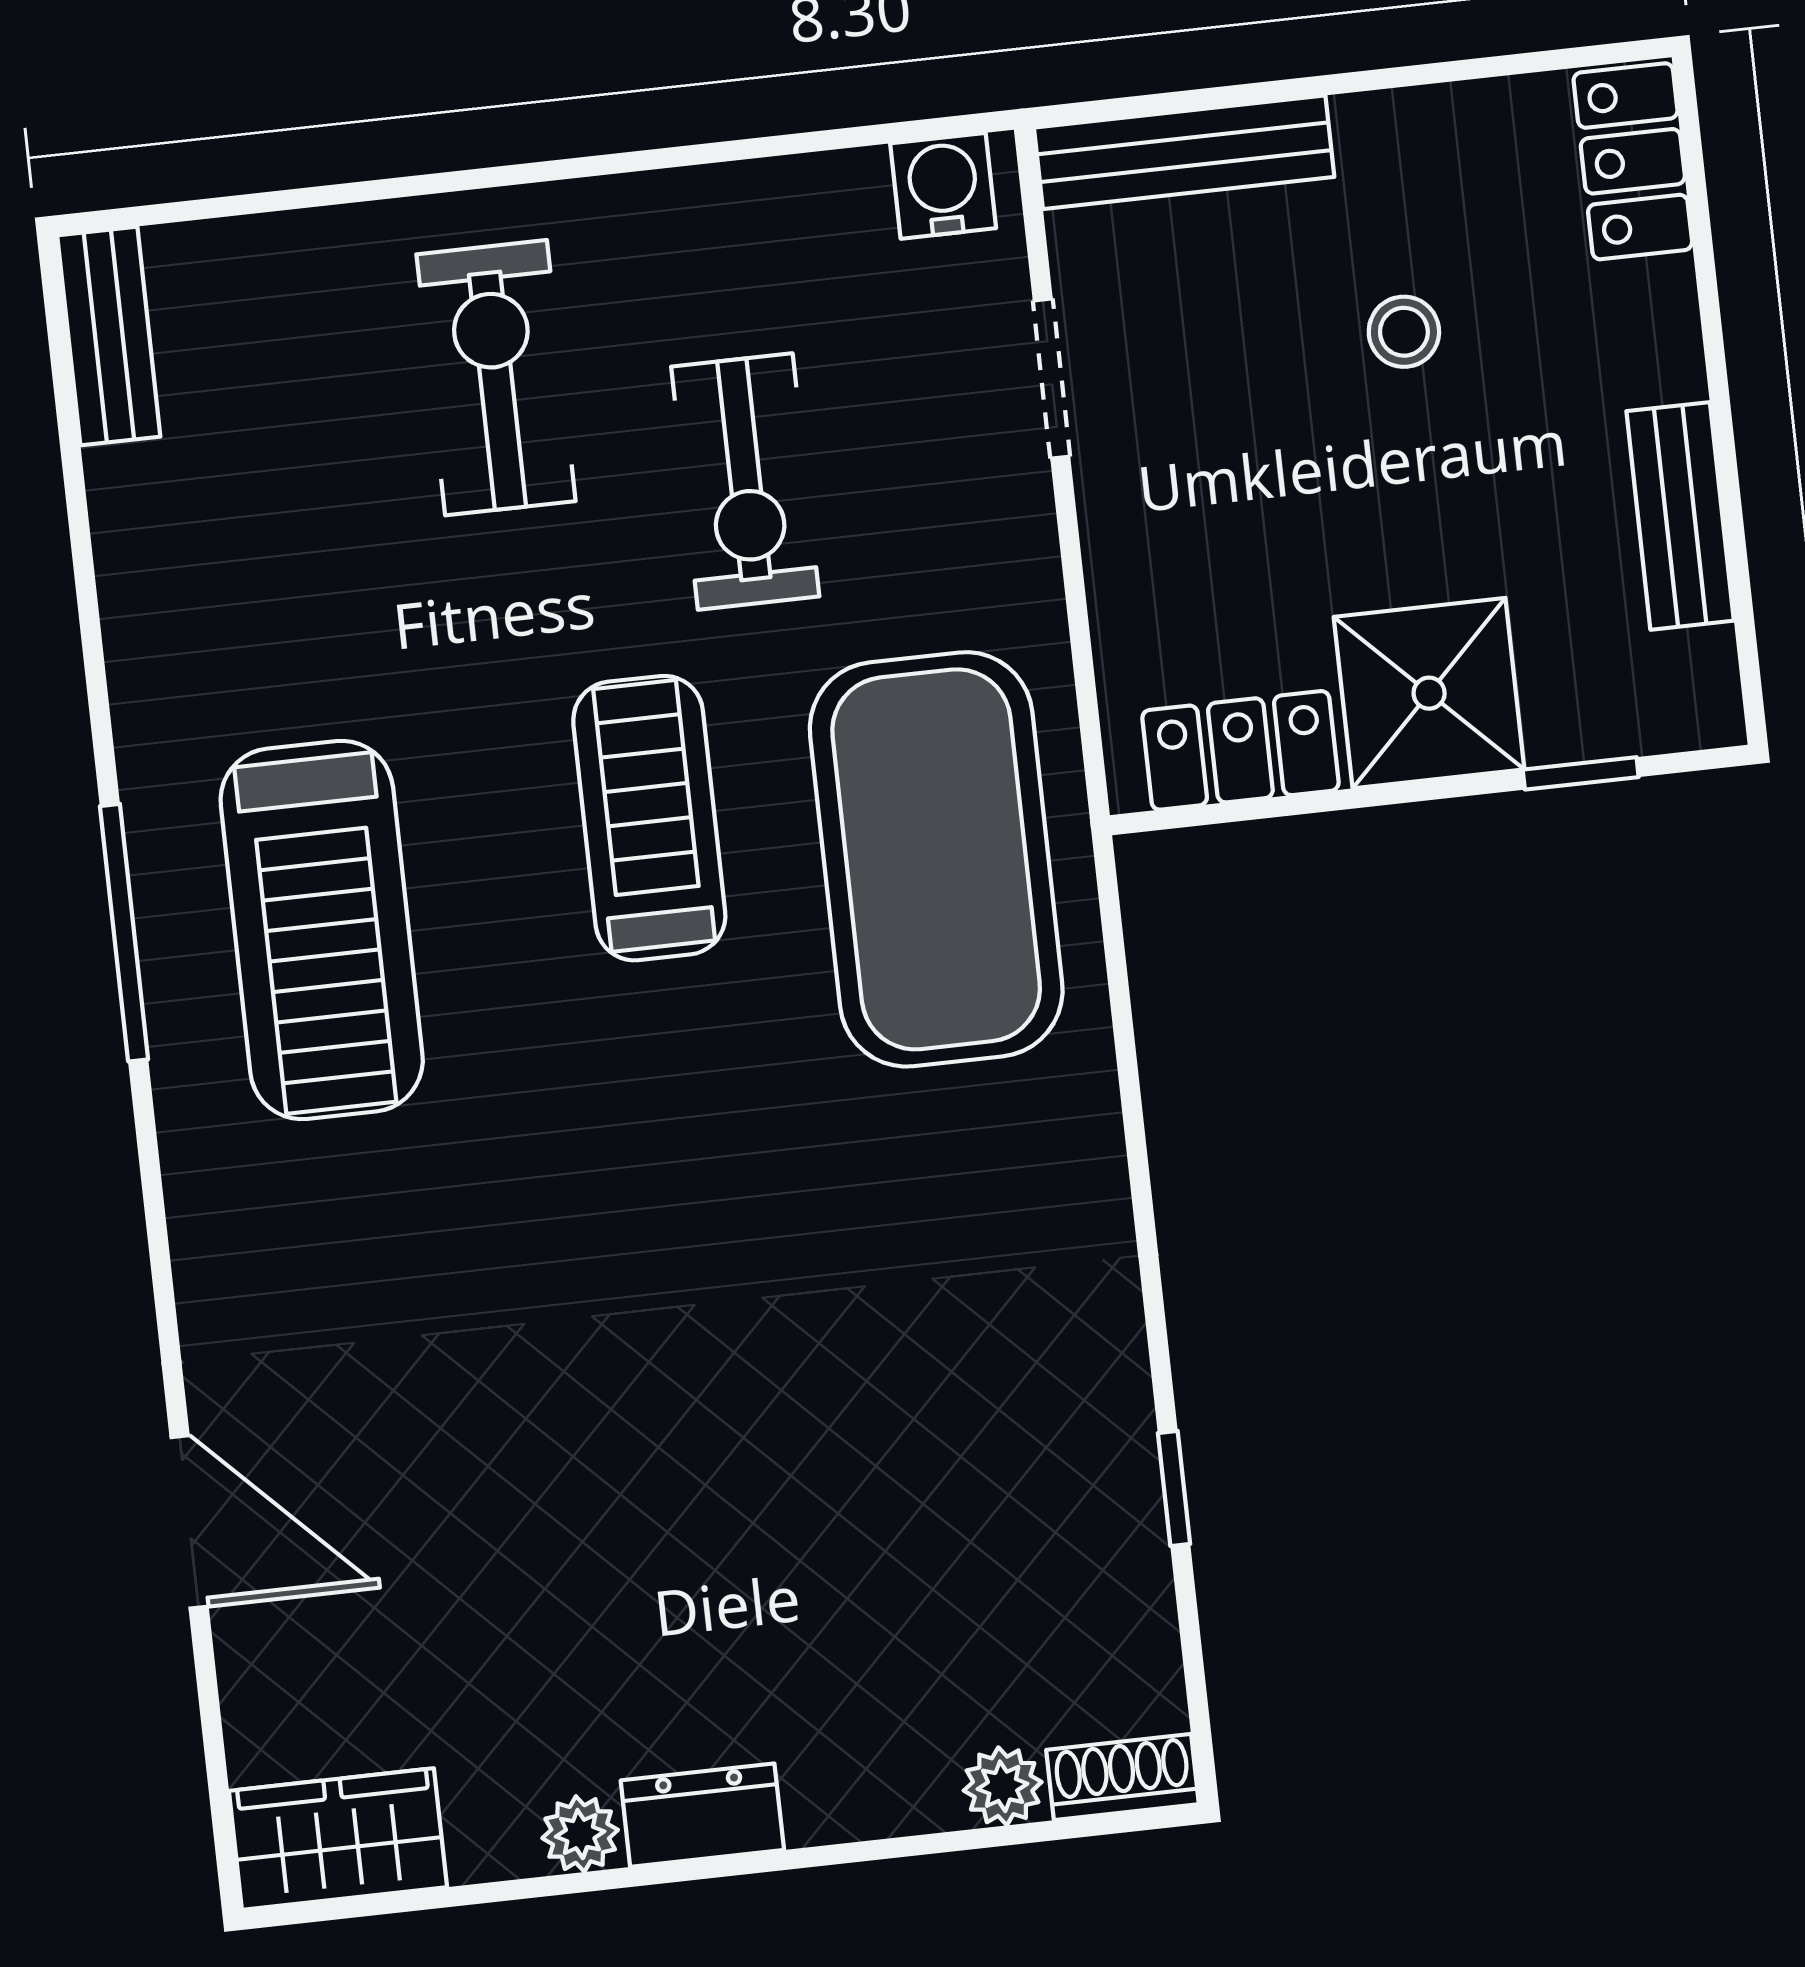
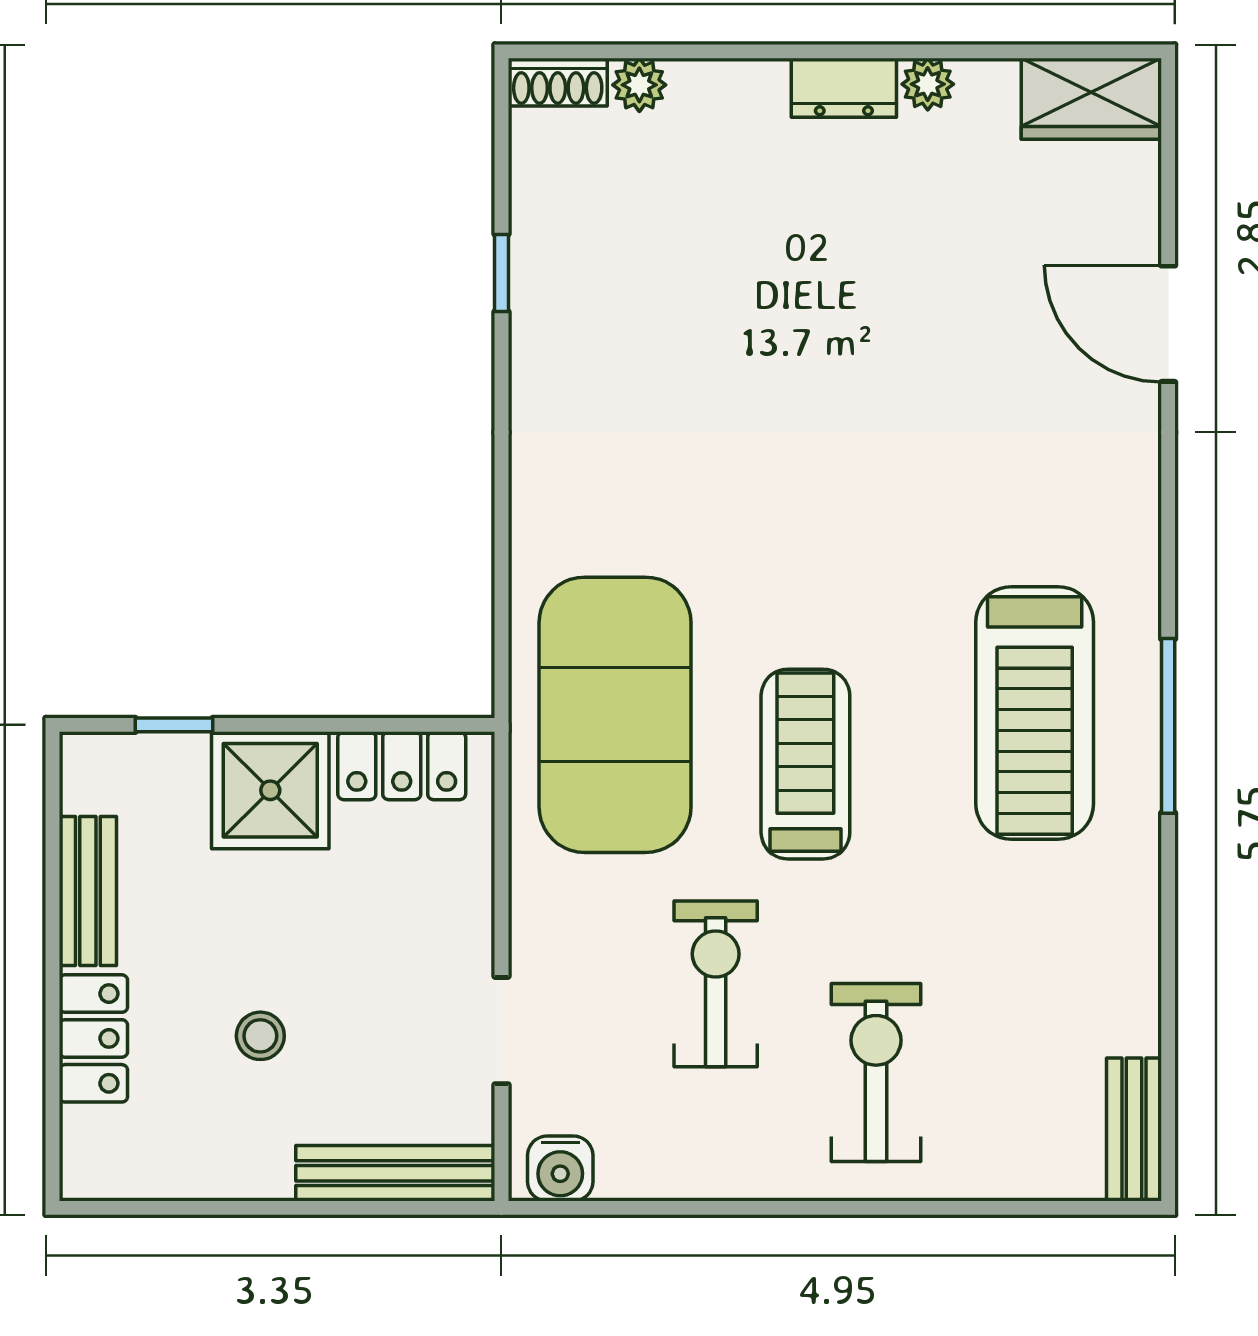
locker: (1633, 161) -> (93, 1038), moved
exercise bike: (496, 378) -> (876, 1072), turned 180
treadmill: (649, 818) -> (805, 764), turned 180
treadmill: (322, 930) -> (1035, 713), turned 180

